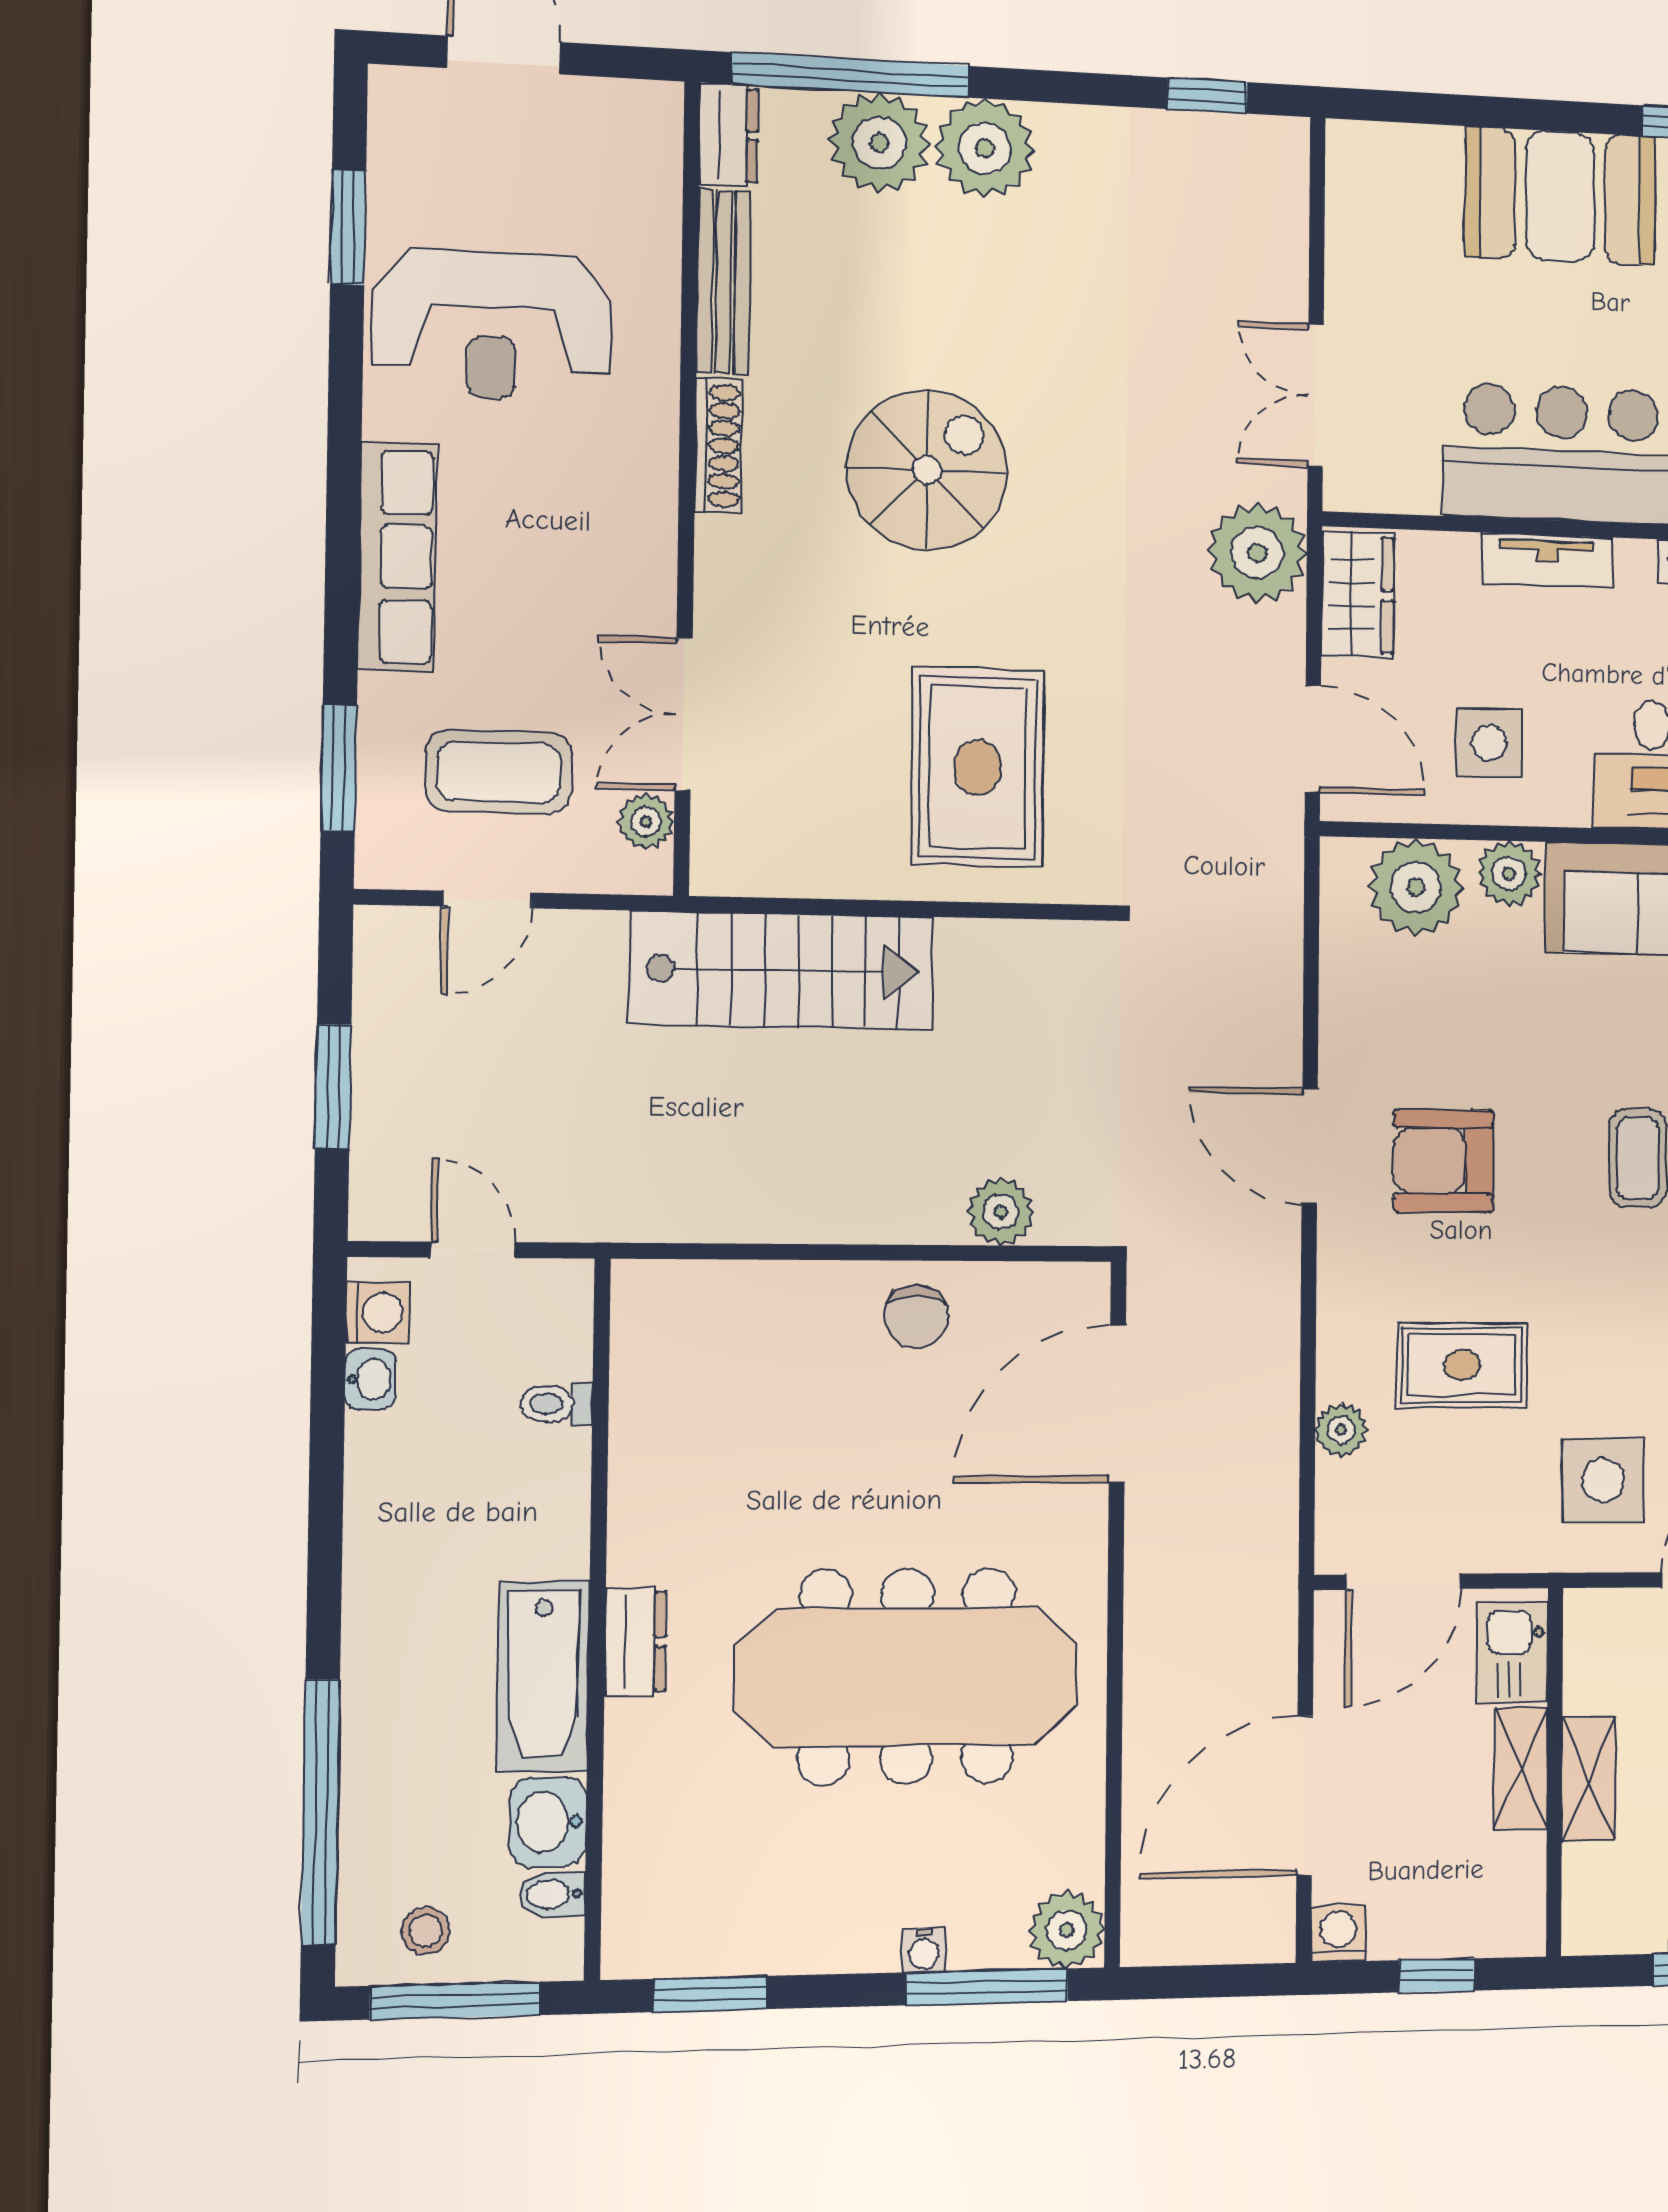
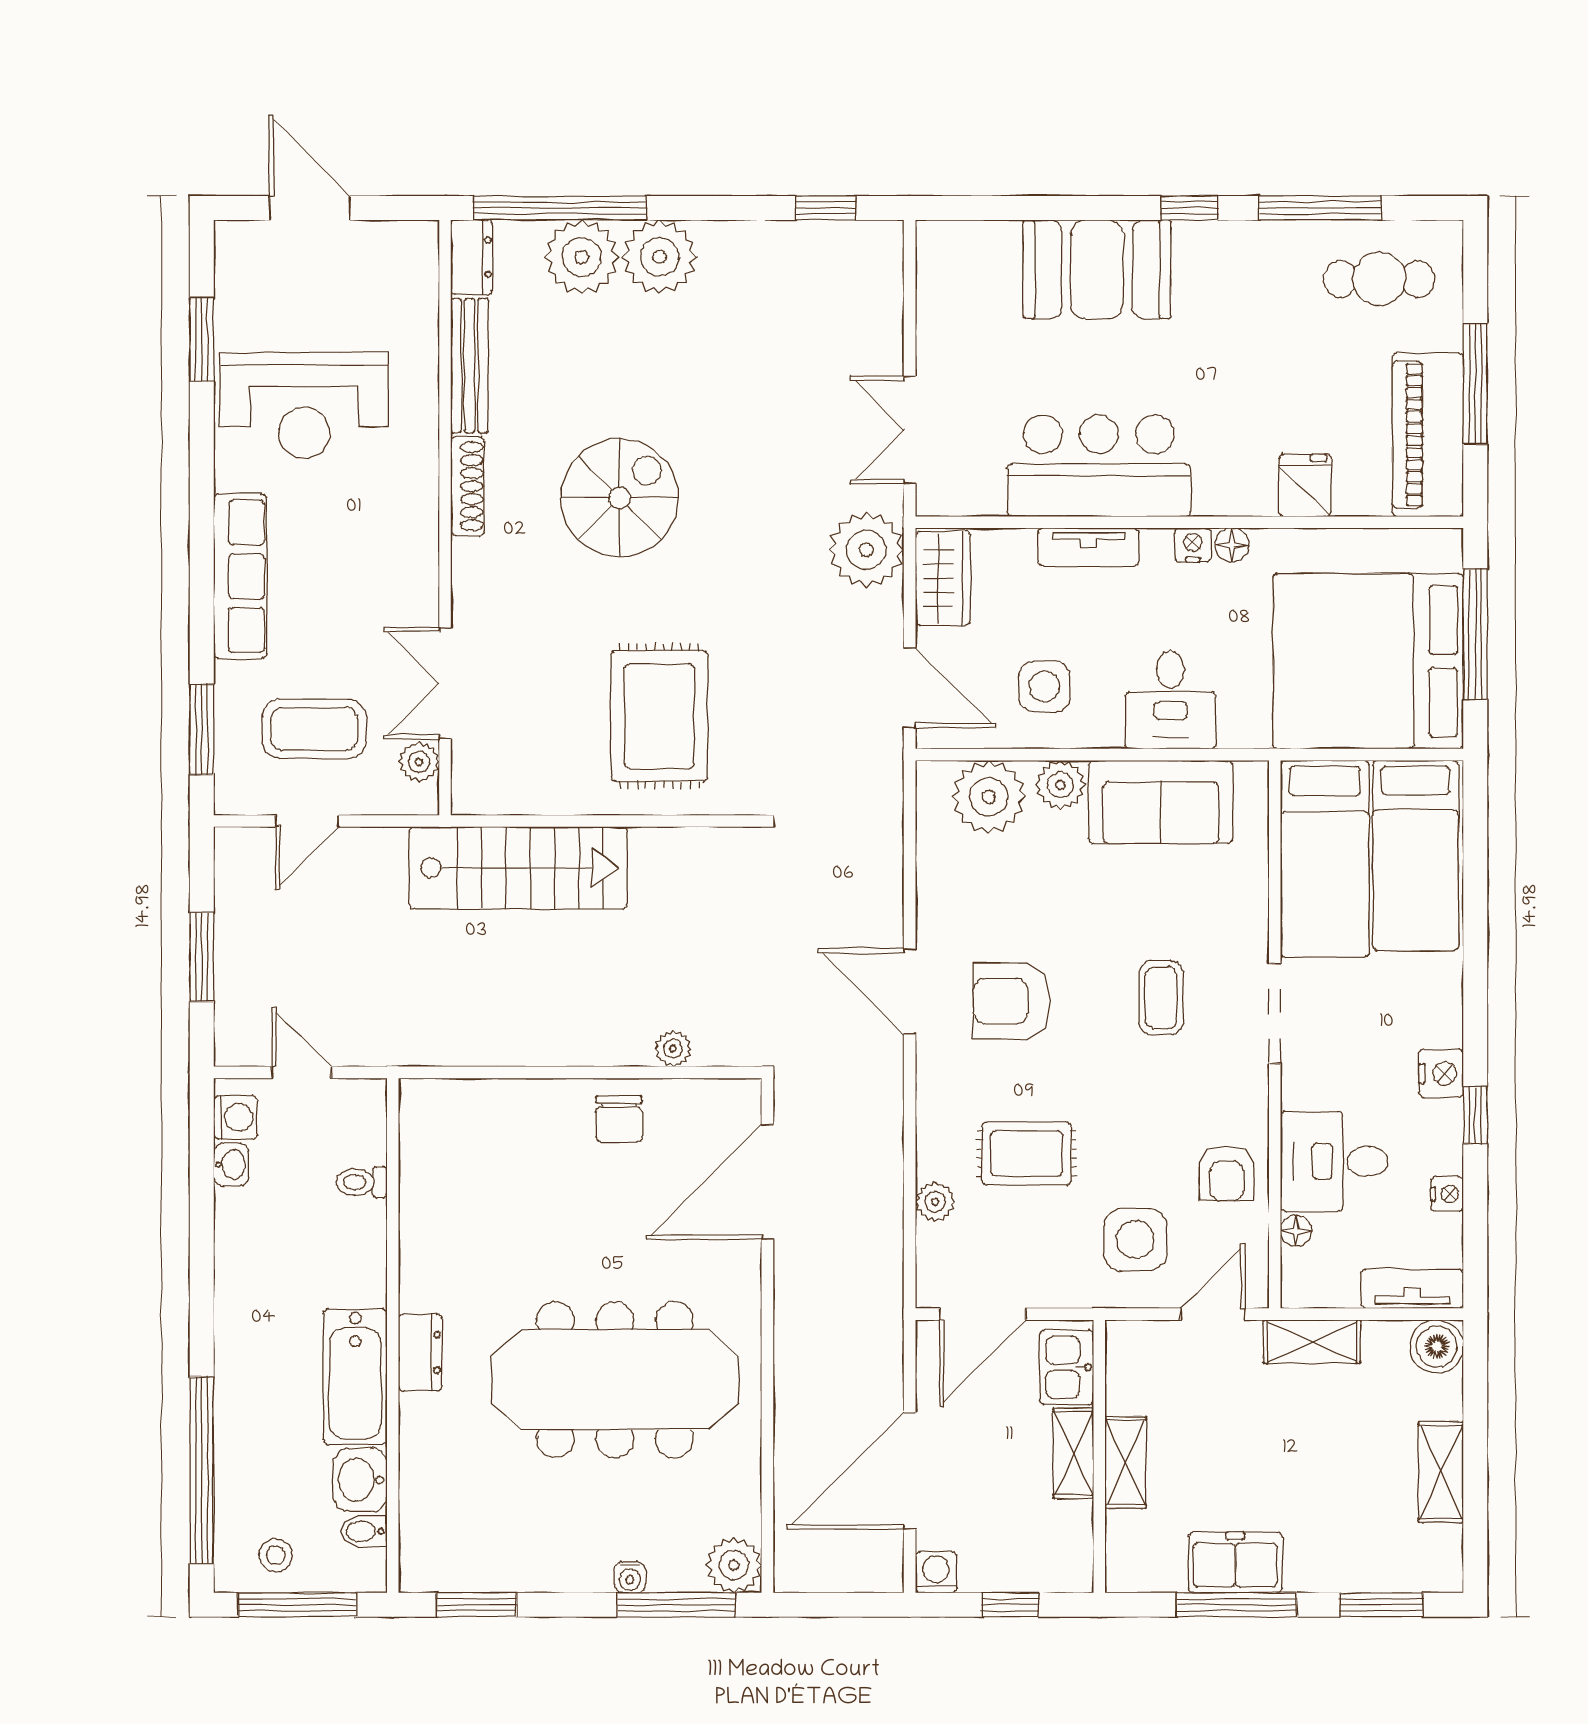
plant: (1001, 1212) -> (673, 1049), width x0.73, depth x0.73

